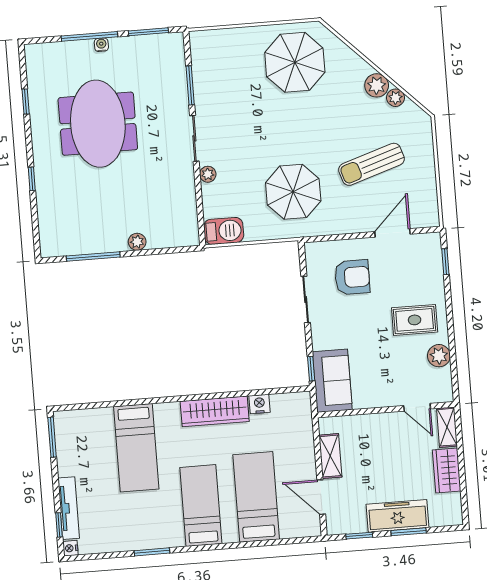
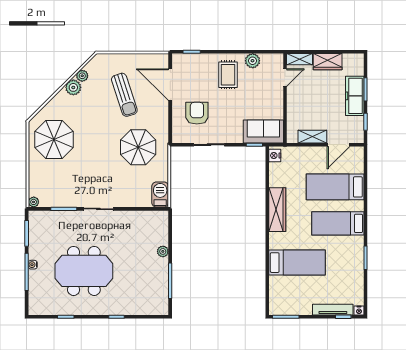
plant: (208, 174) -> (34, 202), moved
door: (393, 233) -> (170, 85), width x1.36
nightstand: (259, 404) -> (275, 156), moved

